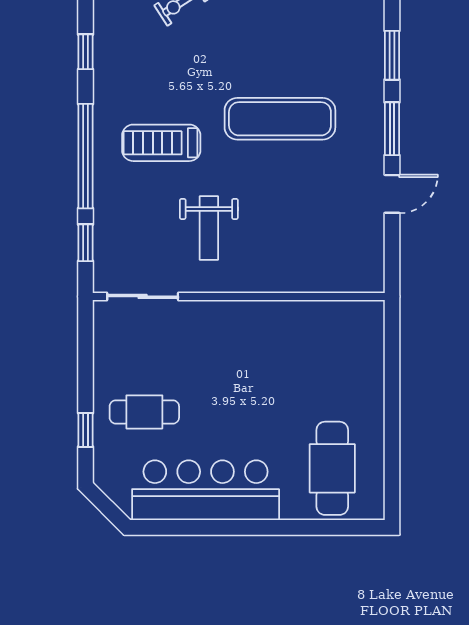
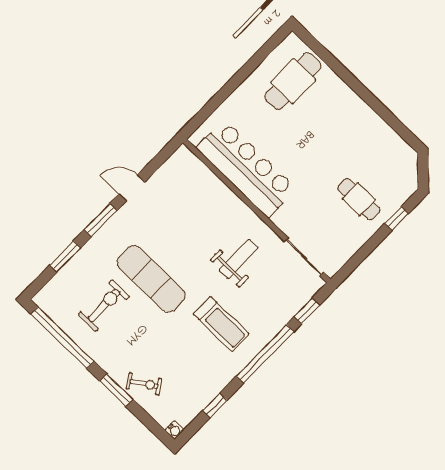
exercise bike: (302, 43) -> (104, 305), added
bar counter: (206, 490) -> (246, 169), moved, turned 180

